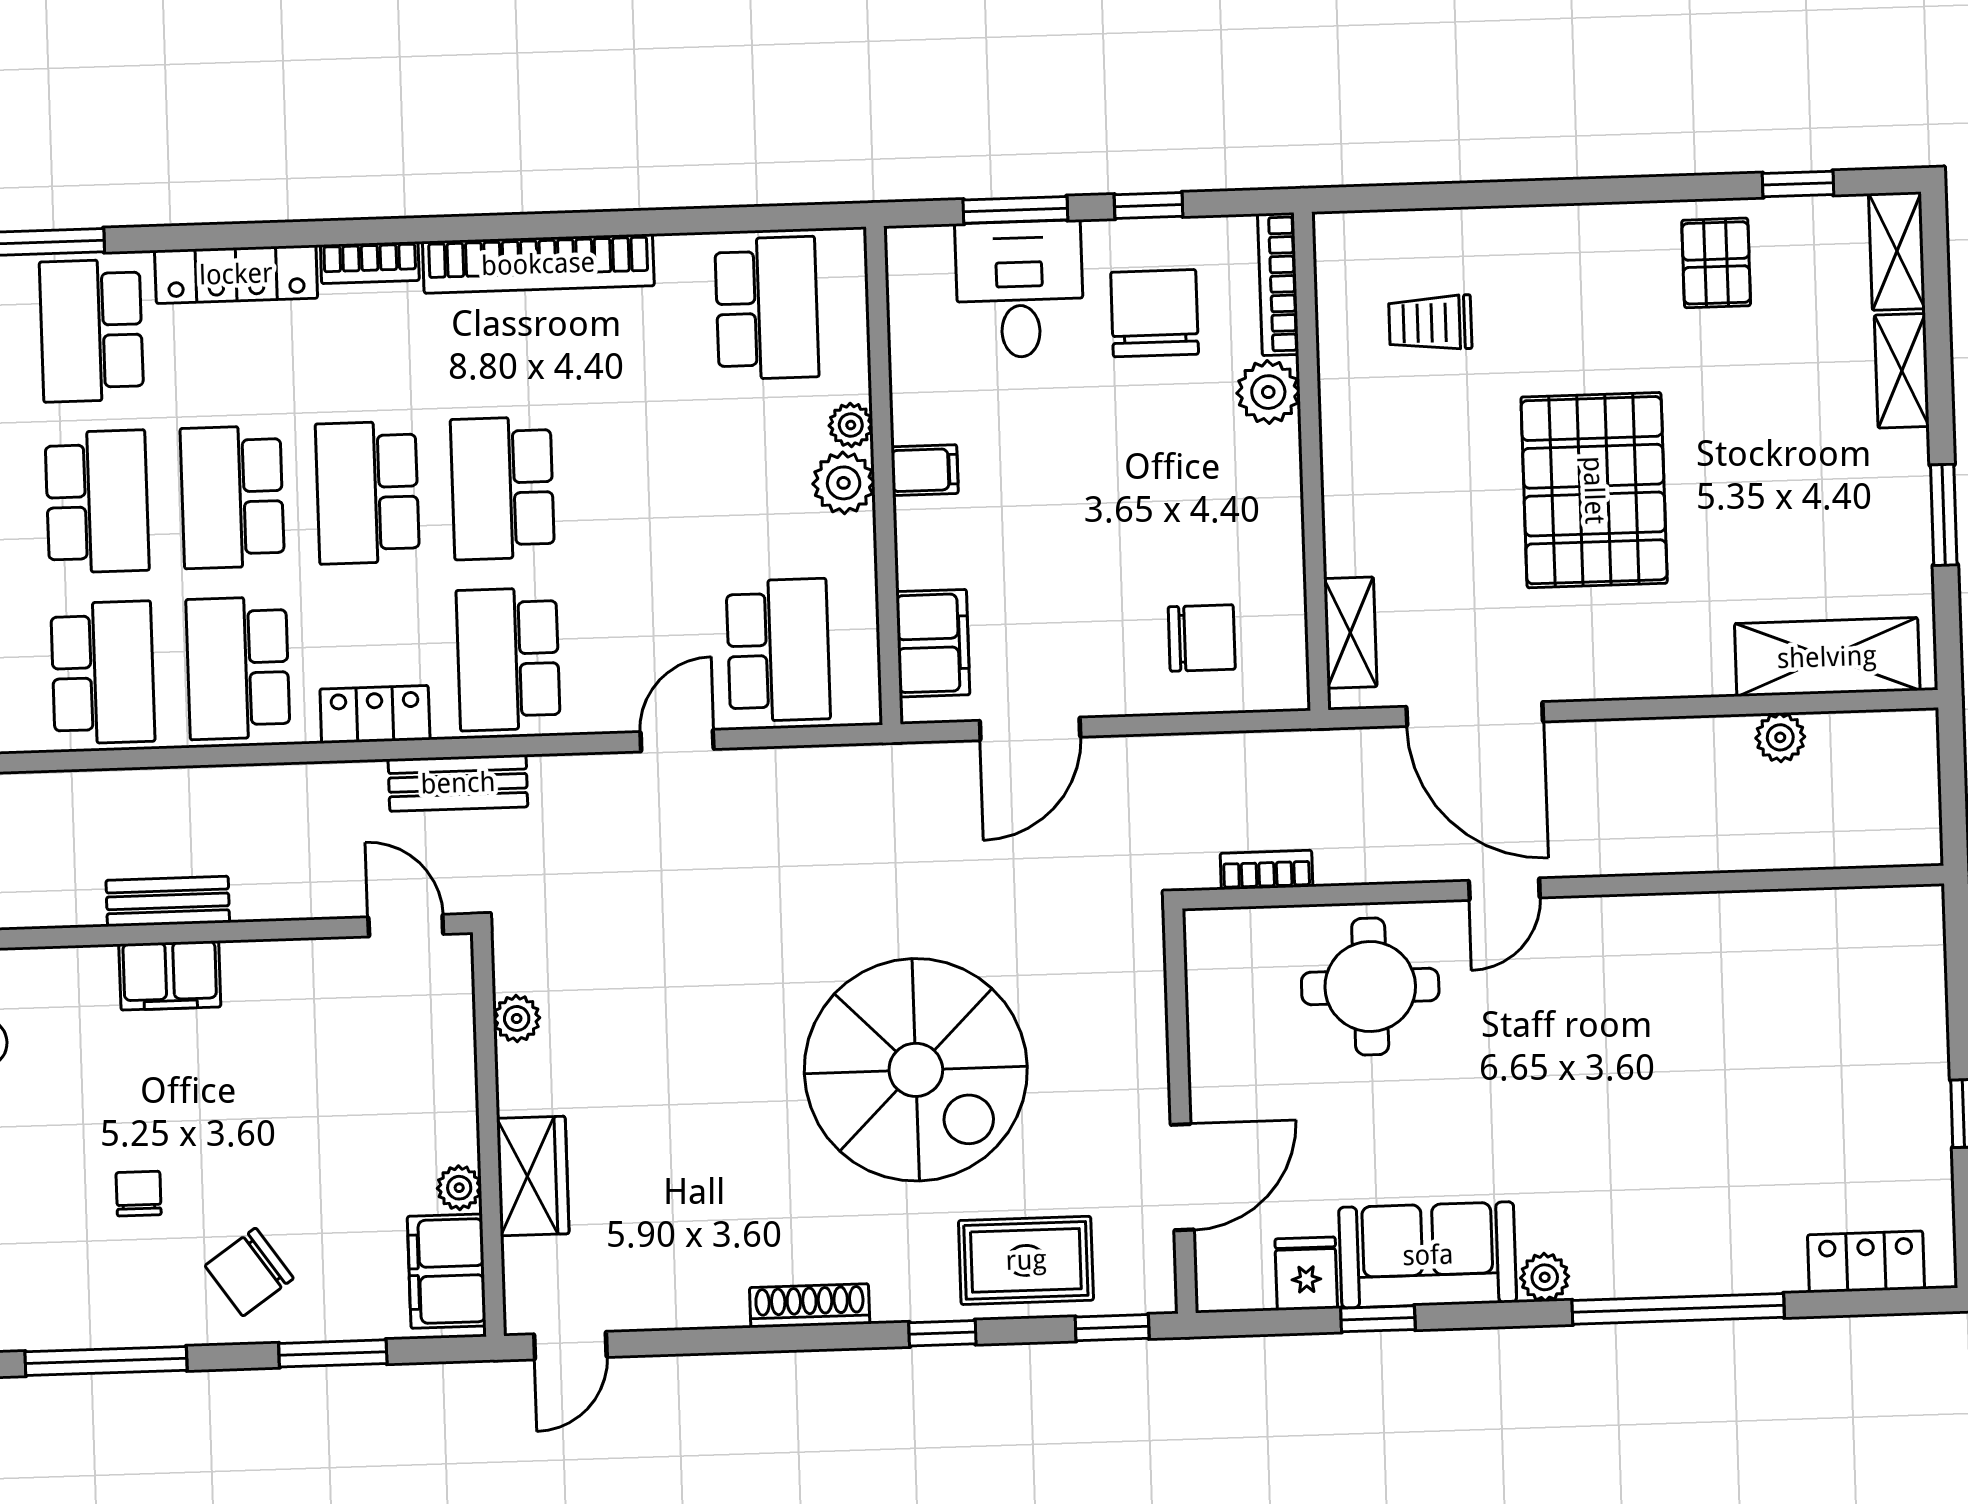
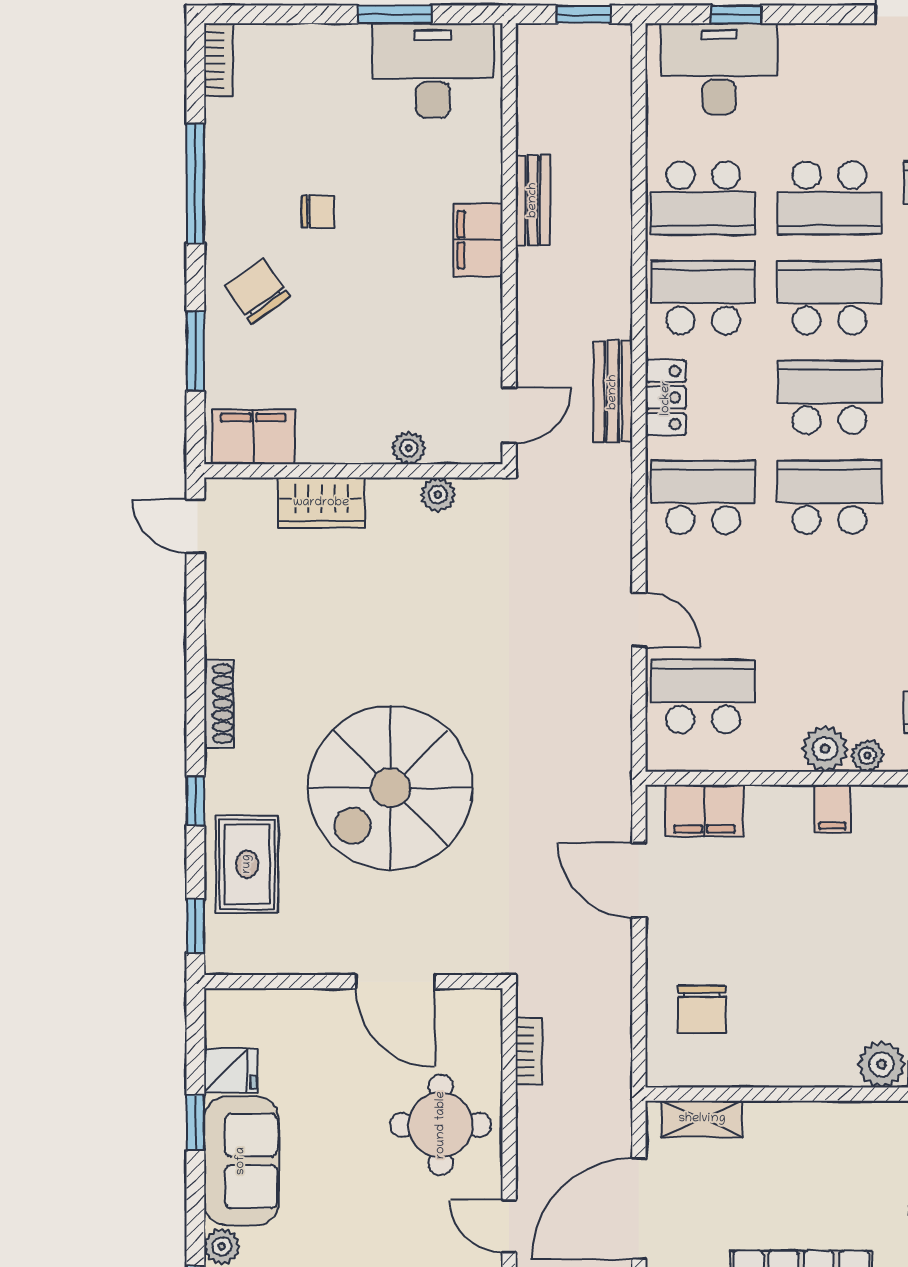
school desk: (778, 650) -> (703, 697), turned 180
bench: (458, 783) -> (613, 392), moved
bench: (168, 901) -> (533, 200), moved
door: (1182, 1177) -> (395, 982), moved
plant: (459, 1188) -> (409, 448), moved

